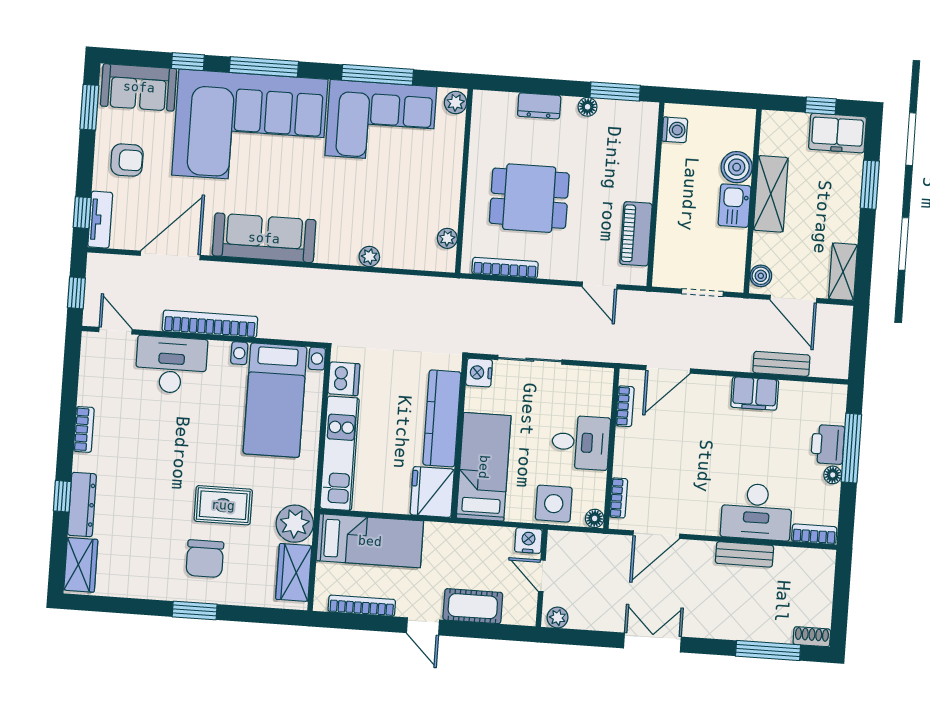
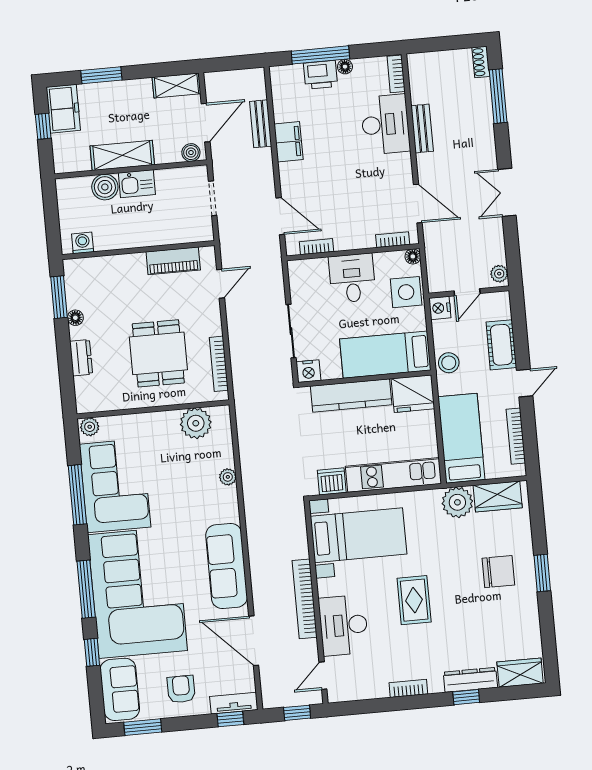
plant: (447, 238) -> (196, 423), width x1.88, depth x1.88
rug: (223, 505) -> (414, 600), moved
stool: (462, 540) -> (449, 363), added

